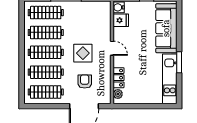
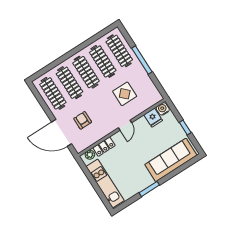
display table: (83, 53) -> (125, 94), moved
kitchen unit: (170, 79) -> (105, 184), moved, turned 90
armchair: (85, 81) -> (83, 120), turned -90

